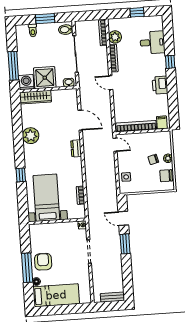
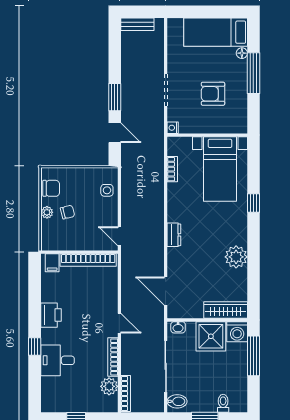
desk: (152, 42) -> (57, 360), moved
door: (80, 120) -> (166, 291), moved
armchair: (43, 262) -> (213, 94), moved, turned 90

